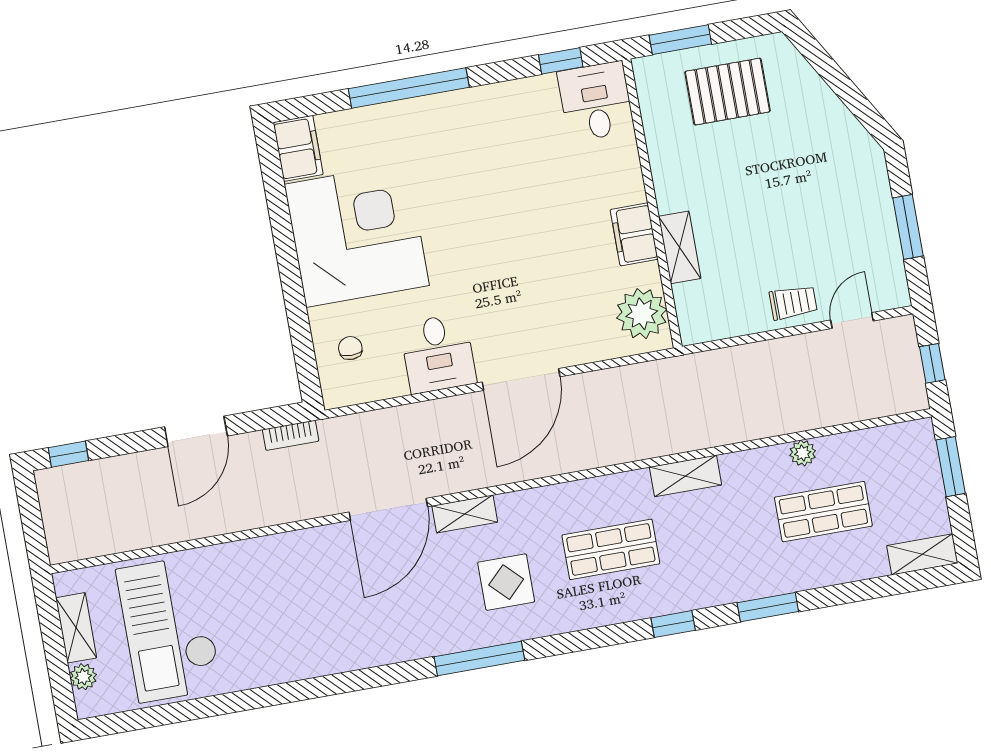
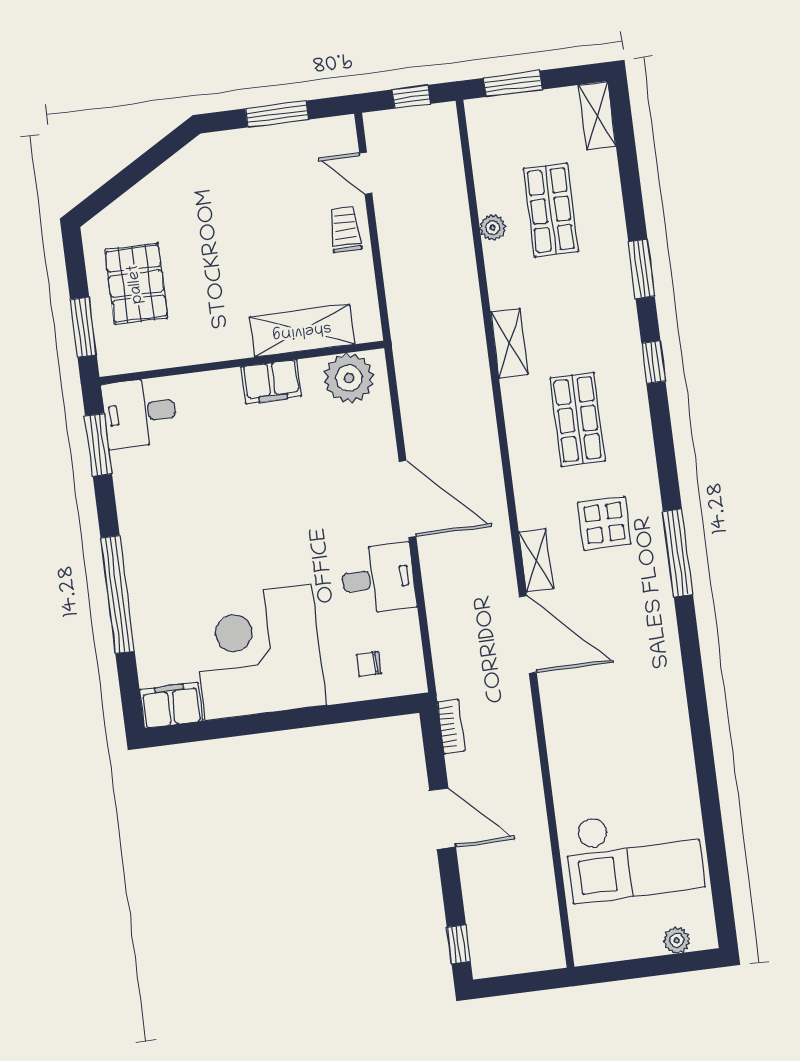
window: (561, 61) -> (98, 445), width x1.50
shelving: (680, 247) -> (302, 331), width x1.50, depth x1.33
shelving: (76, 628) -> (629, 945), removed

